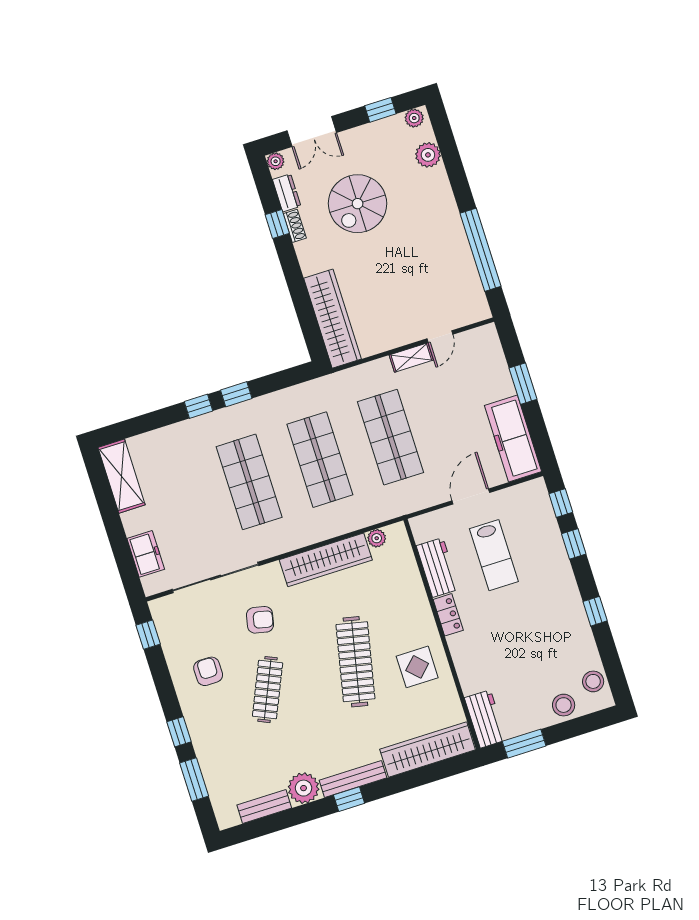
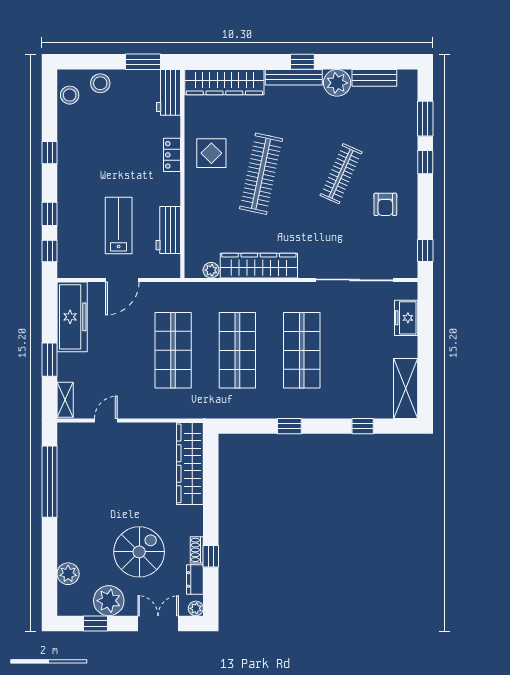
plant: (414, 118) -> (109, 601), moved, width x1.87, depth x1.87
shelving: (411, 358) -> (65, 400), moved, turned 90
window: (198, 406) -> (363, 426), moved
locker: (448, 615) -> (172, 155), moved
armchair: (260, 620) -> (329, 233), removed

